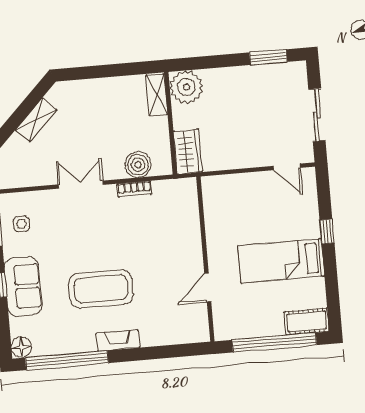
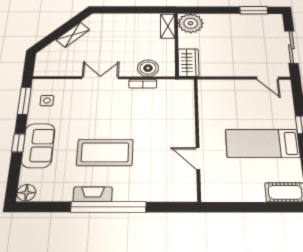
door: (208, 288) -> (198, 159), hinge flipped
fireplace: (118, 340) -> (93, 194), moved
window: (274, 342) -> (256, 207), removed
window: (67, 360) -> (108, 207), moved

